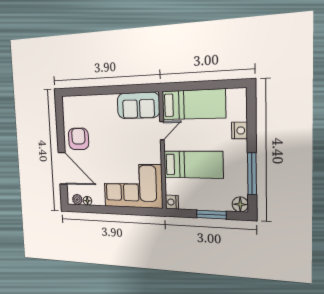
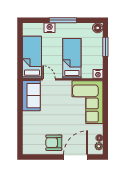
window: (252, 174) -> (63, 20), moved

